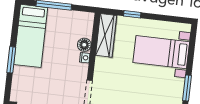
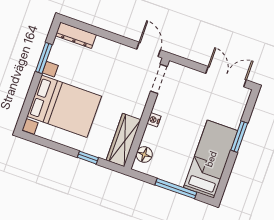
floor lamp: (84, 45) -> (144, 154), moved
bed with nightstands: (161, 52) -> (64, 106), width x1.36

